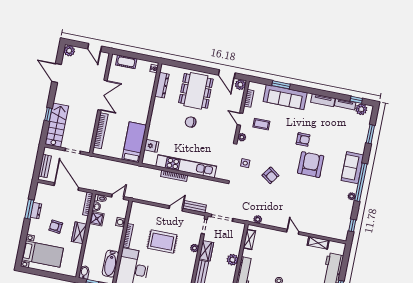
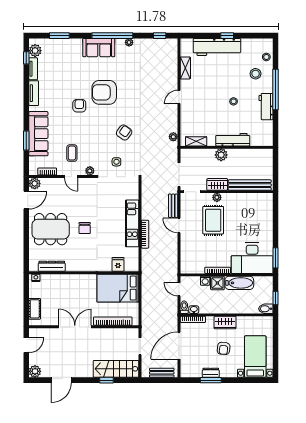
door: (240, 119) -> (71, 177), hinge flipped
bed: (134, 142) -> (118, 288), width x1.50
kitchen unit: (186, 166) -> (132, 223), width x0.73
shower: (97, 219) -> (217, 283), moved
rug: (162, 242) -> (213, 220), moved
bathtub: (110, 264) -> (239, 283), moved

